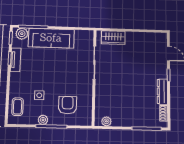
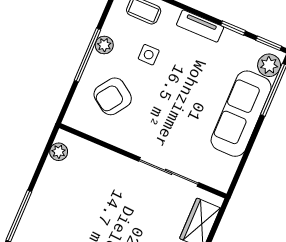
tv unit: (16, 60) -> (200, 26), moved
armchair: (68, 105) -> (113, 96), turned 125

